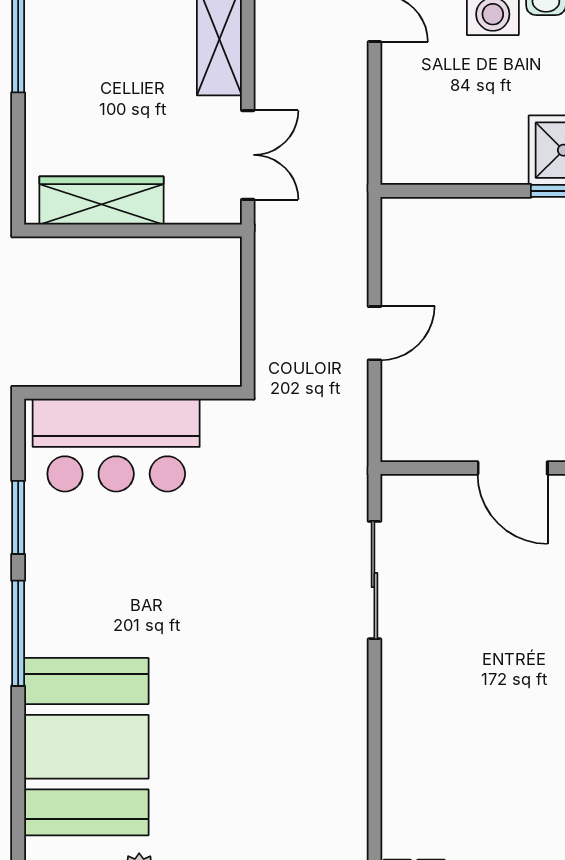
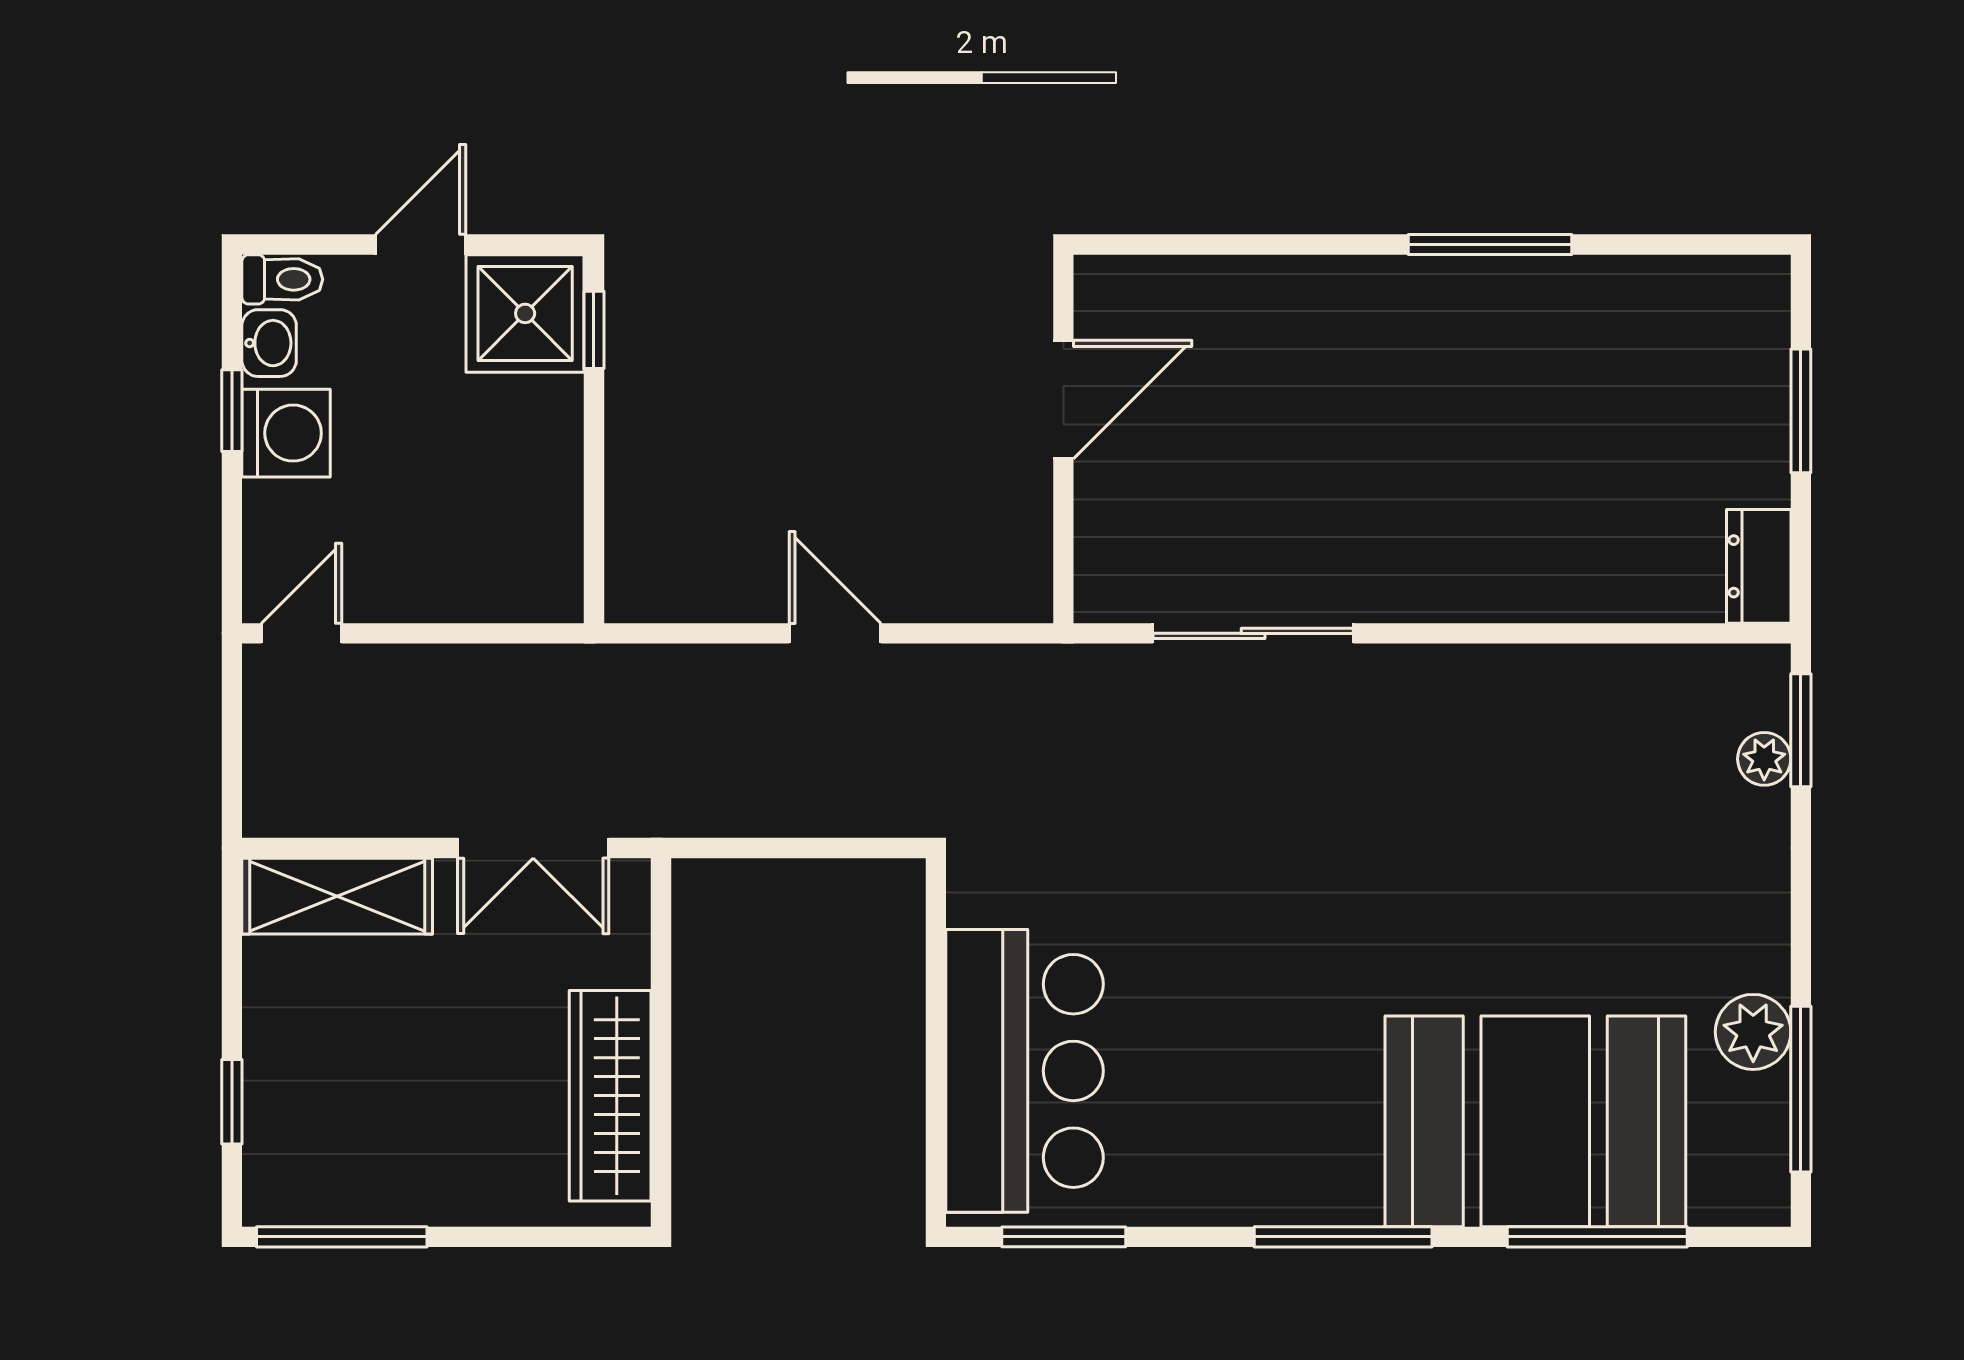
double door: (248, 155) -> (533, 848), swing flipped
window: (18, 517) -> (1064, 1237), moved
window: (18, 783) -> (1597, 1237), added

